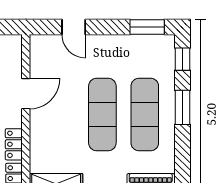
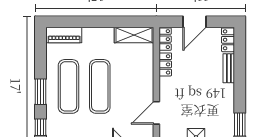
door: (26, 94) -> (156, 113), moved

